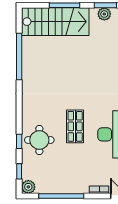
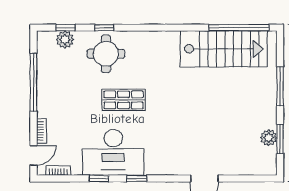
stairs: (55, 22) -> (224, 49), moved, turned -90
window: (19, 57) -> (239, 28), moved
plant: (28, 187) -> (65, 40), moved

